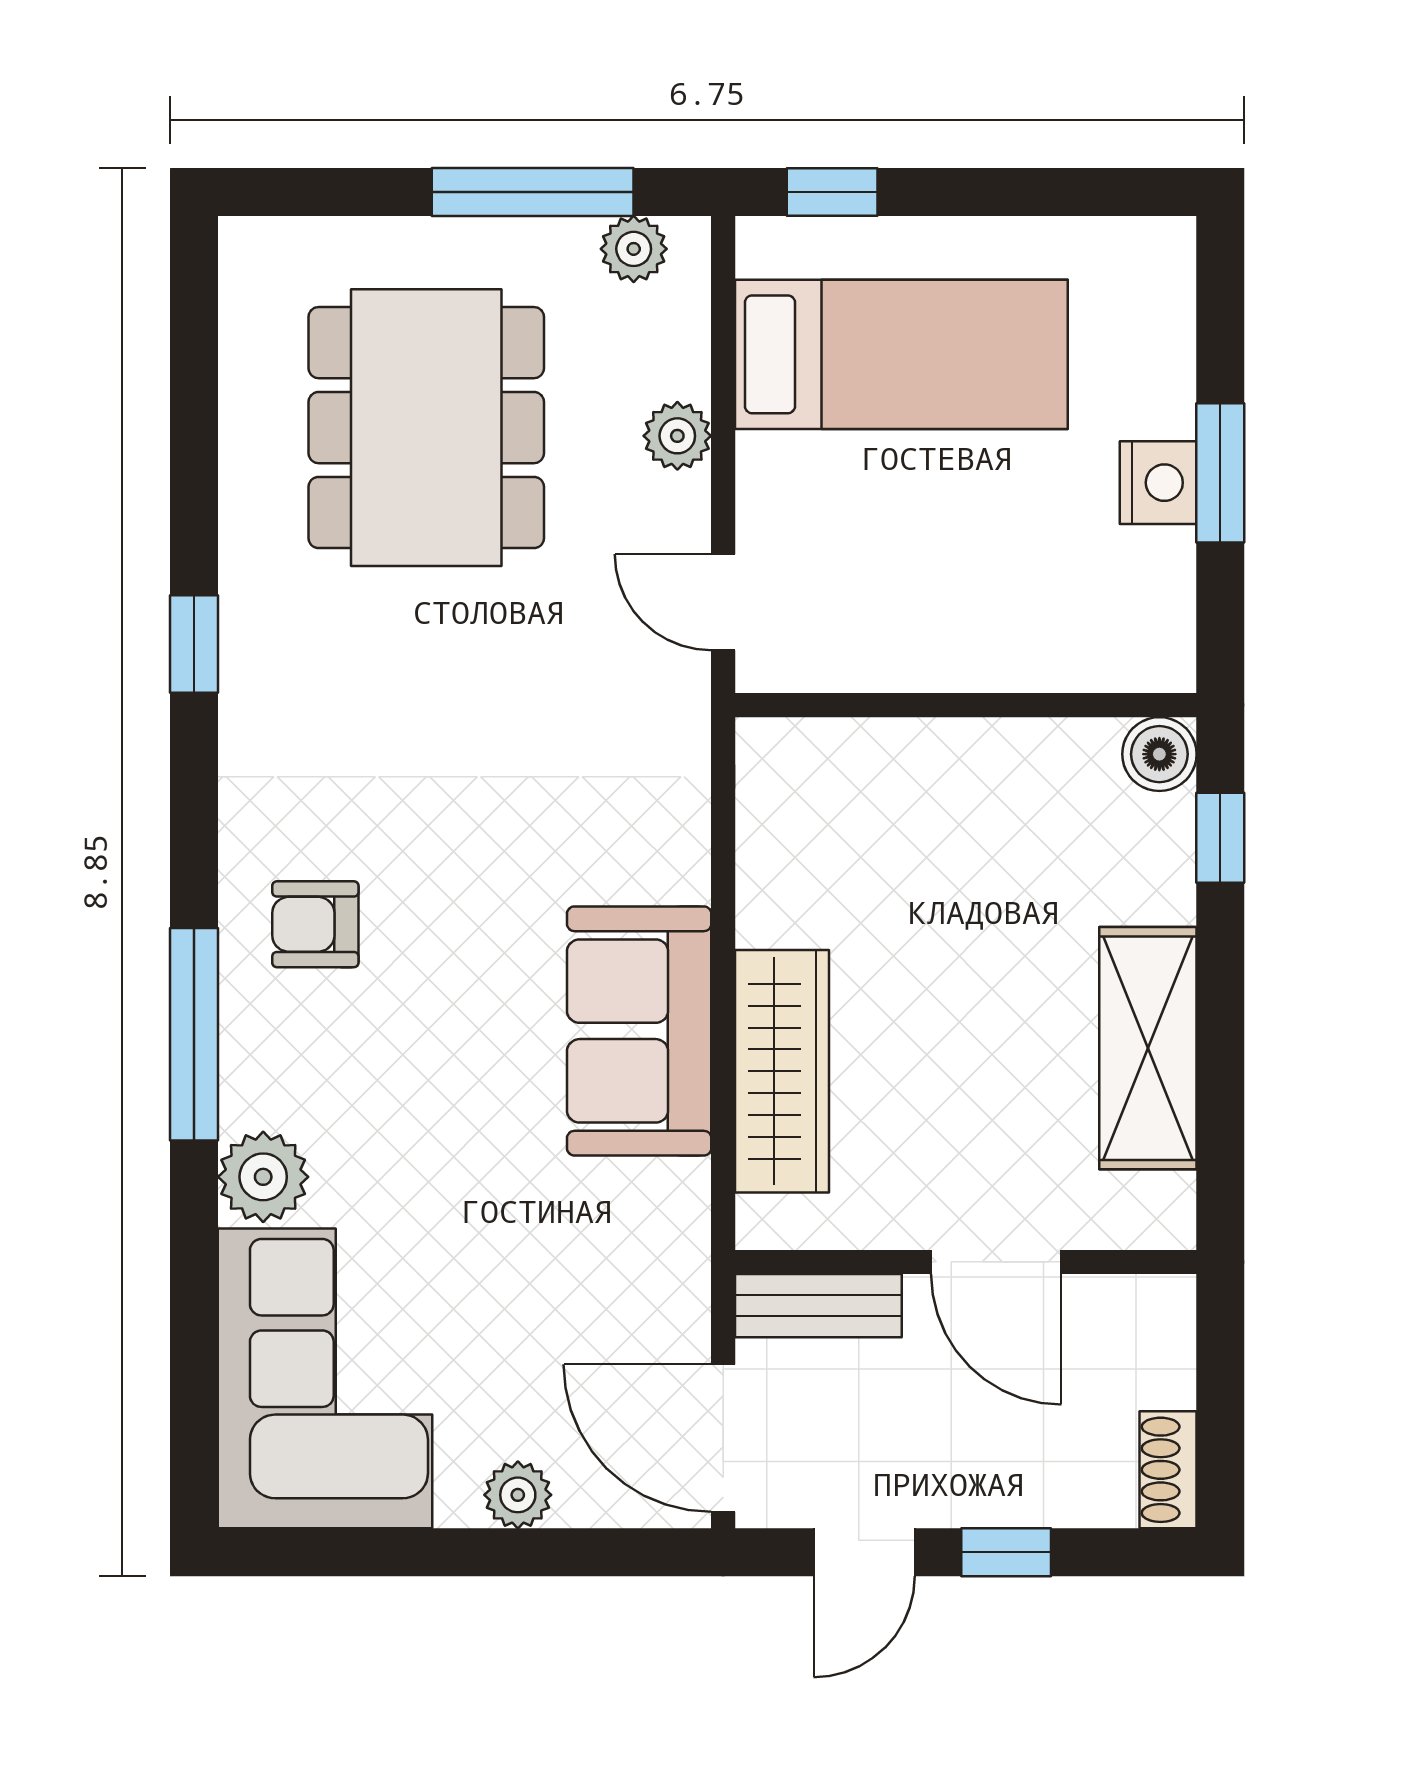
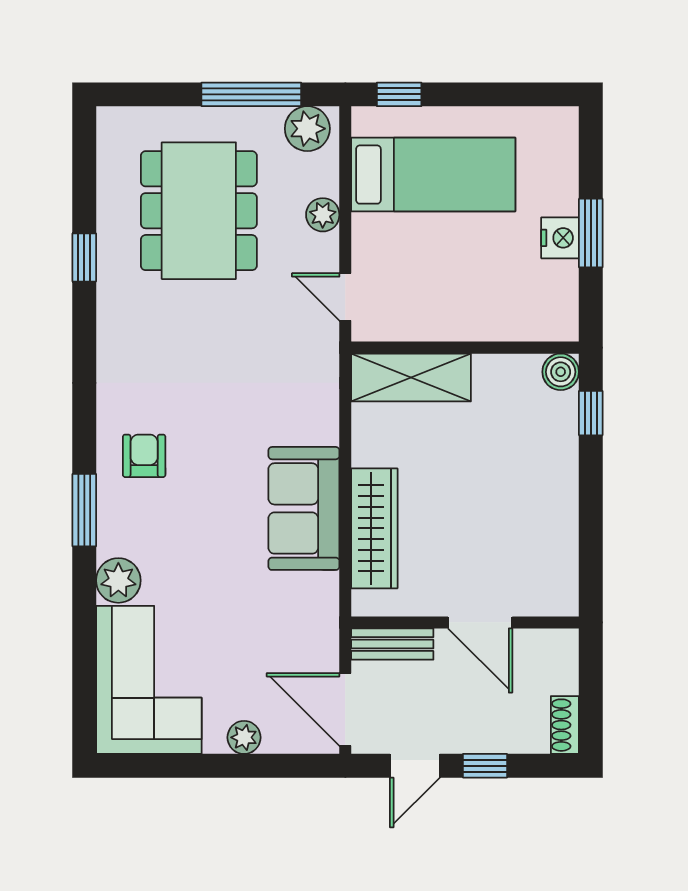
plant: (634, 249) -> (307, 129), width x1.38, depth x1.38
window: (194, 644) -> (84, 257), moved
armchair: (315, 924) -> (144, 456), turned 90
window: (194, 1034) -> (84, 510), width x0.69
shelving: (1148, 1048) -> (411, 377), moved, turned 90

